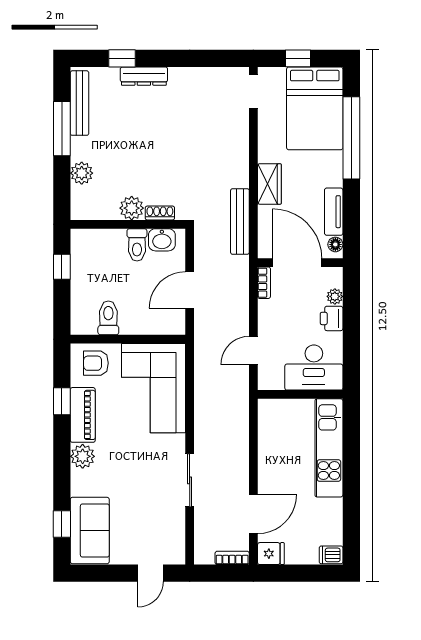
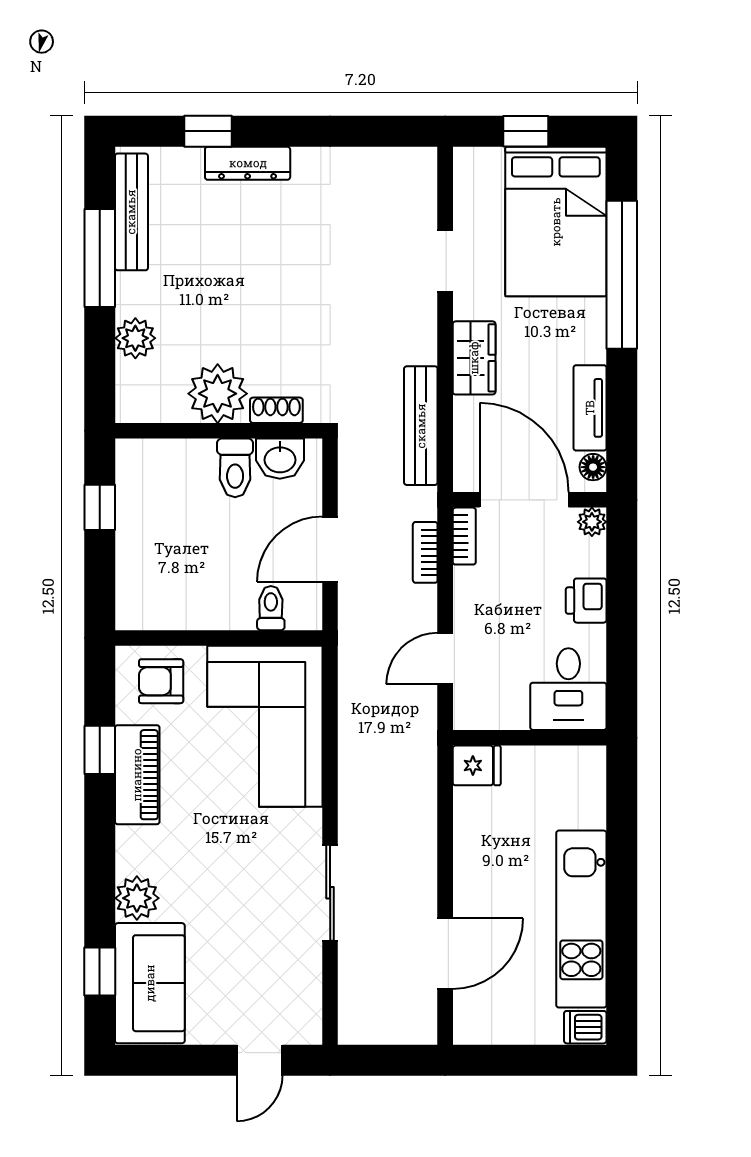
doorway: (253, 92) -> (445, 261), moved
plant: (132, 208) -> (218, 394), width x1.36, depth x1.36
plant: (335, 296) -> (592, 522), moved
toilet: (108, 318) -> (271, 608), moved, width x0.73, depth x0.72
desk: (314, 368) -> (568, 689), width x0.73
kitchen unit: (329, 448) -> (581, 919), moved
plant: (83, 456) -> (137, 898), moved
fridge: (271, 554) -> (477, 765), moved
bookcase: (232, 558) -> (425, 552), moved, turned -90

